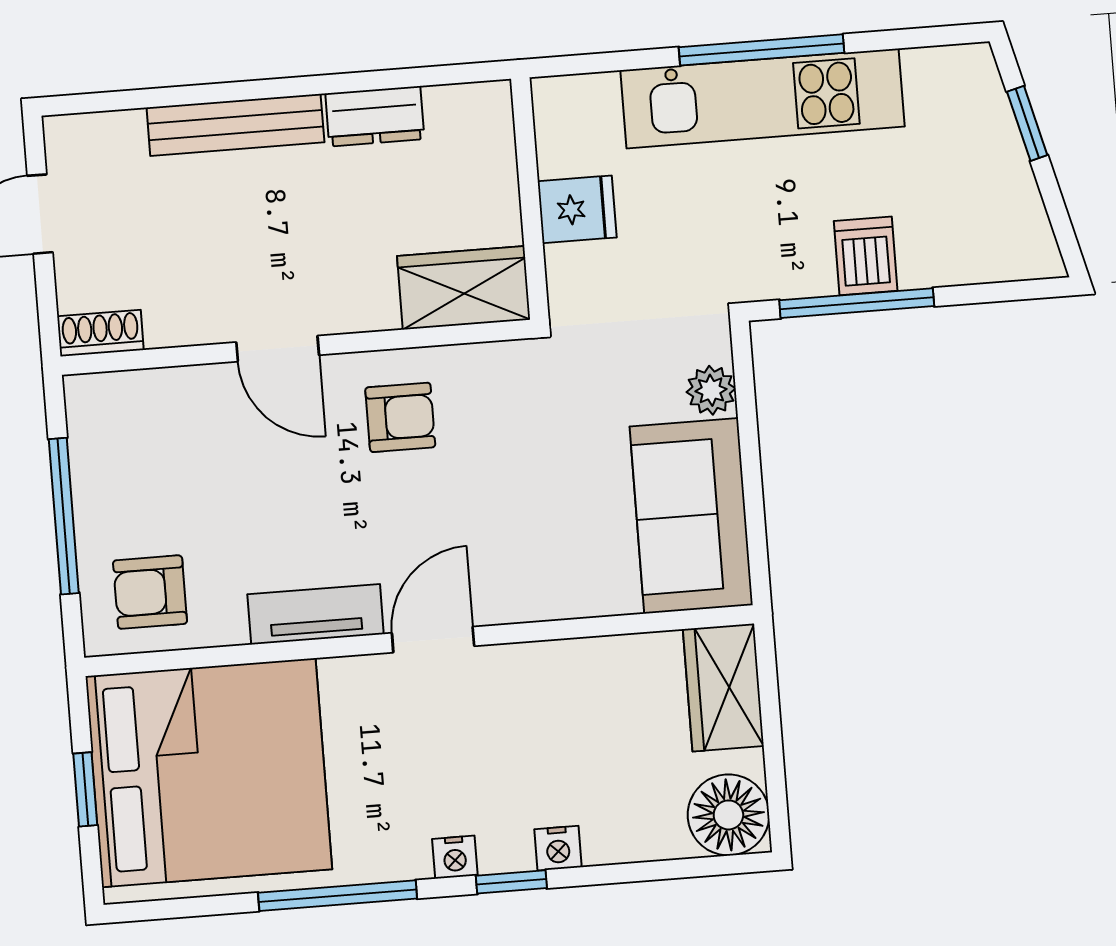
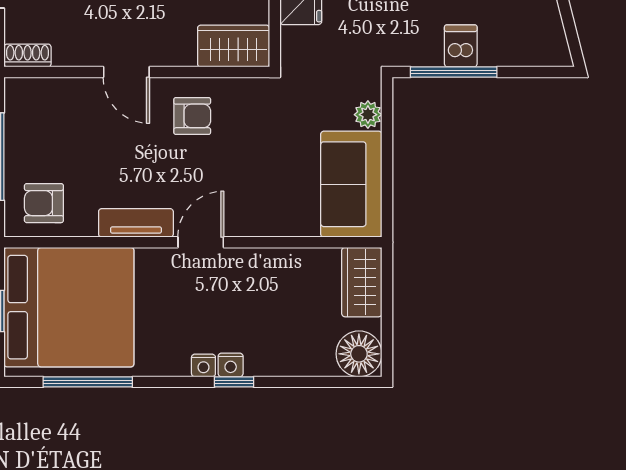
nightstand: (558, 848) -> (231, 365), moved
window: (338, 896) -> (88, 382), moved

